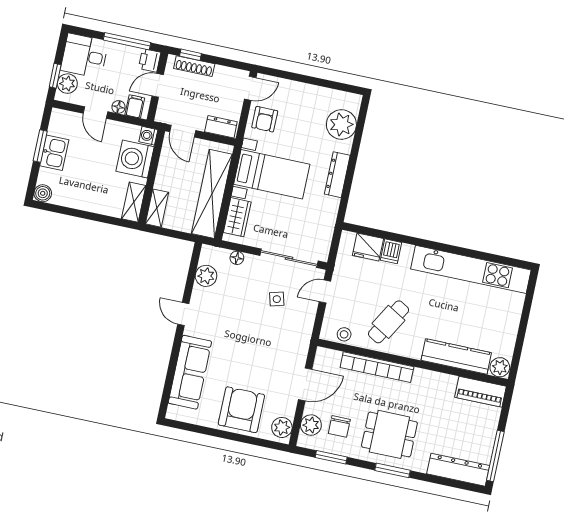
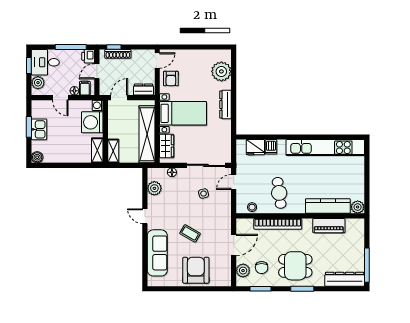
window: (55, 76) -> (29, 66), moved
door: (183, 131) -> (119, 98), swing flipped
cafe table: (389, 322) -> (279, 193), turned -38
coffee table: (244, 354) -> (190, 233), added
piano: (481, 392) -> (329, 226), moved
plant: (282, 427) -> (225, 276), removed

